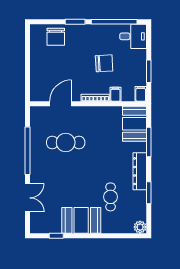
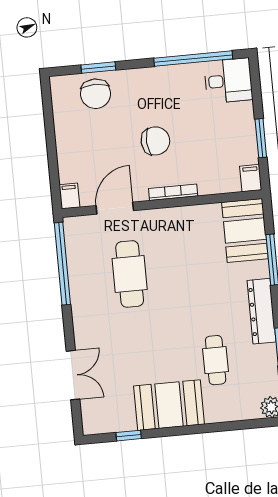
window: (75, 22) -> (98, 67), moved
chair: (104, 63) -> (155, 141), moved
filing cabinet: (115, 94) -> (69, 196), moved
cafe table: (66, 143) -> (130, 274), turned 90
window: (27, 151) -> (62, 264), moved

